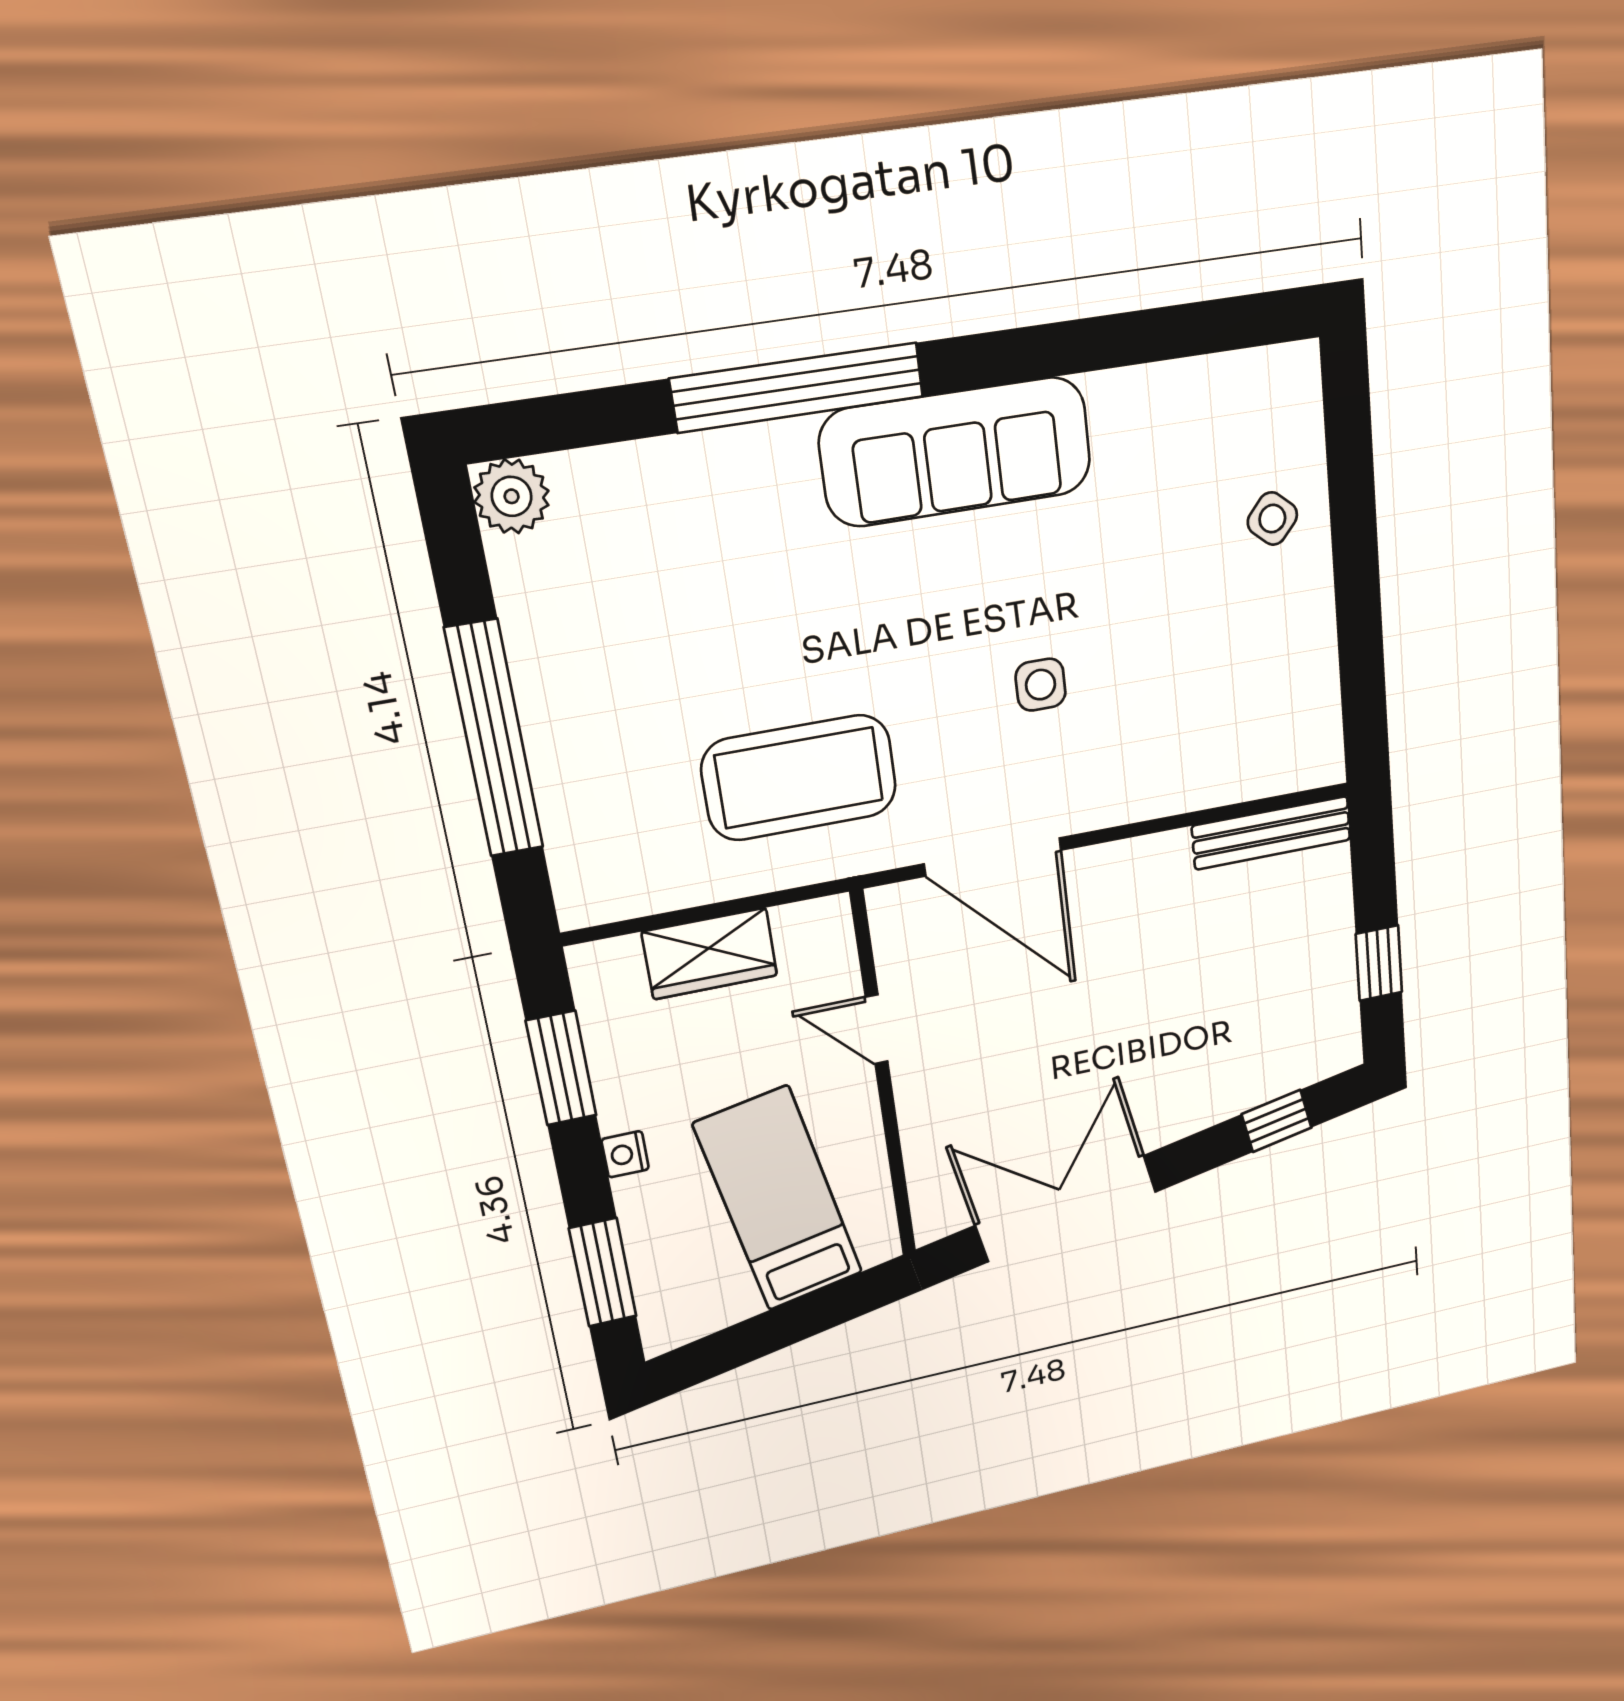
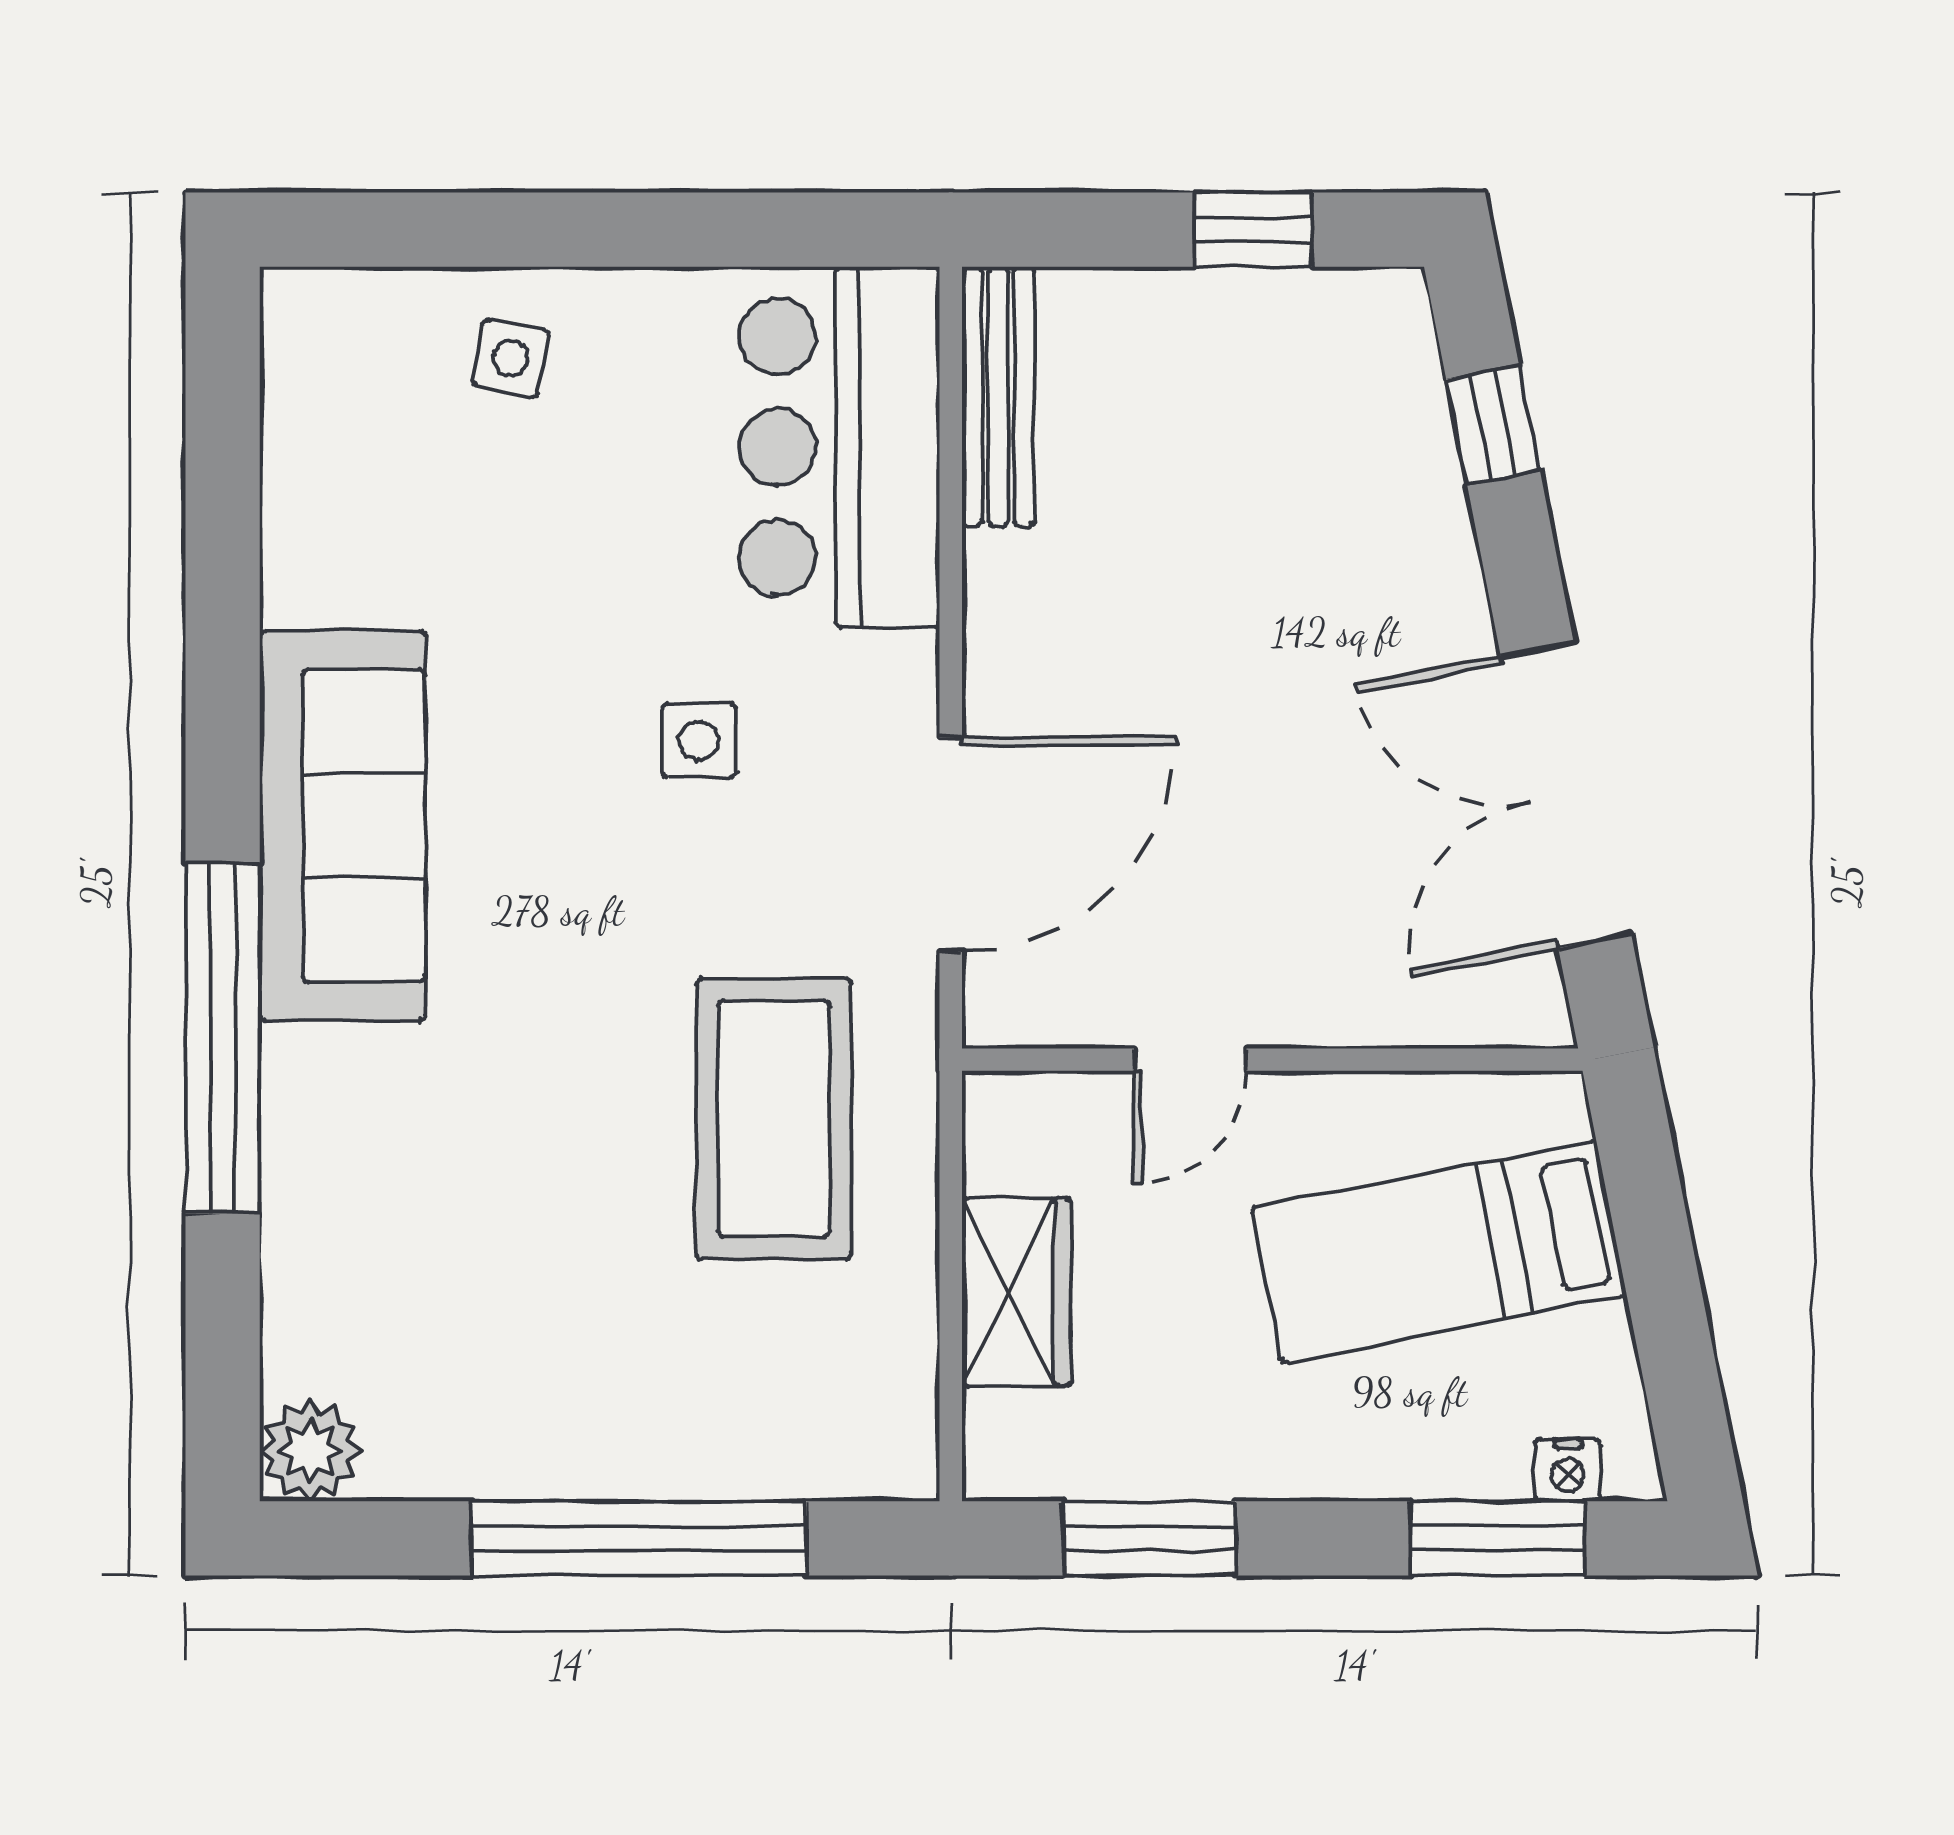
side table: (1272, 519) -> (510, 358), turned -30
bar counter: (1233, 741) -> (839, 447), added
nightstand: (625, 1154) -> (1568, 1470), moved

